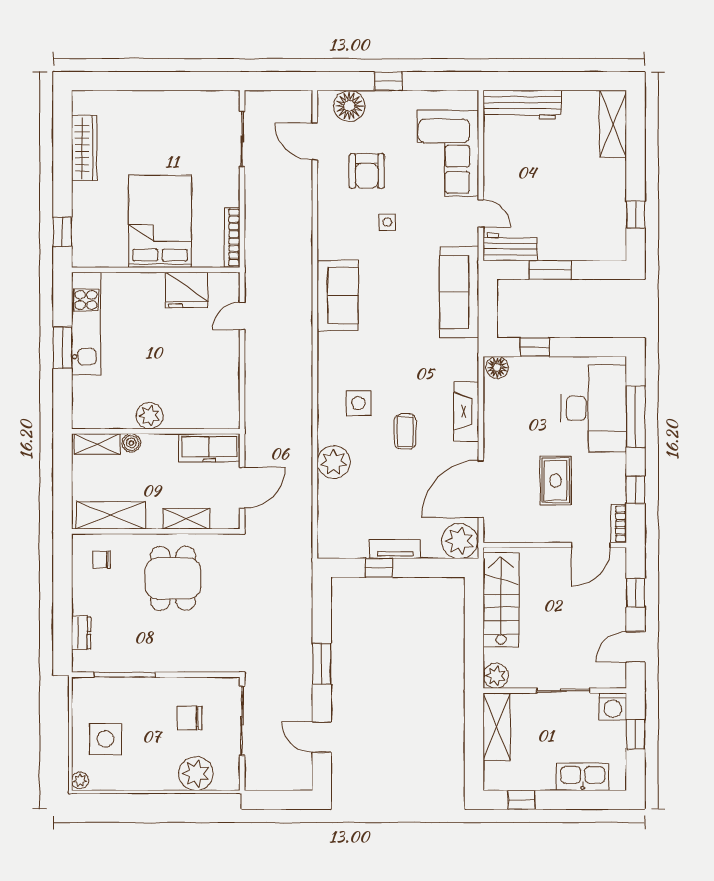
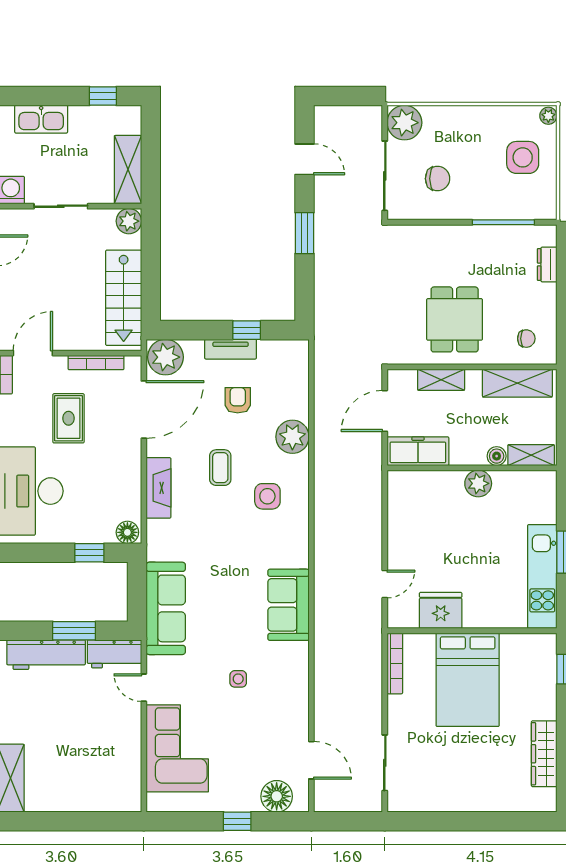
workbench: (522, 105) -> (46, 655), moved, turned 180
armchair: (367, 171) -> (238, 400), moved, width x0.72, depth x0.72
bookcase: (528, 536) -> (96, 362), added
plant: (196, 774) -> (404, 123), moved

